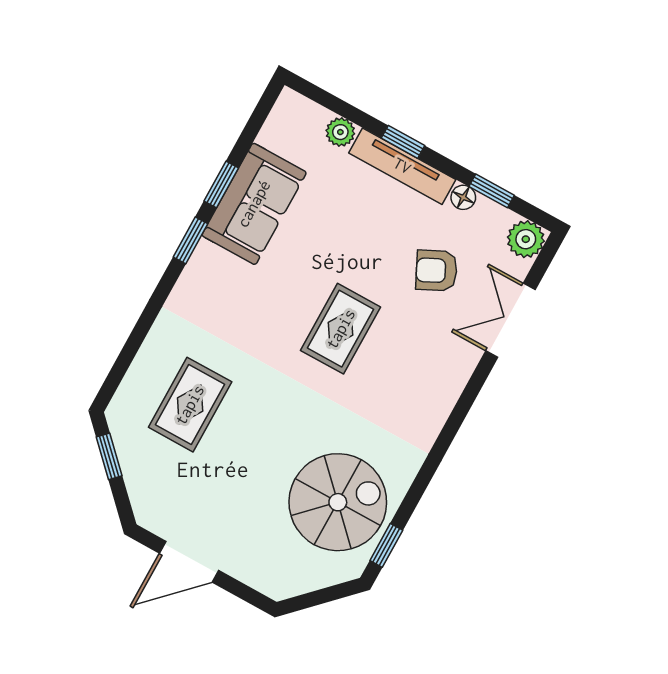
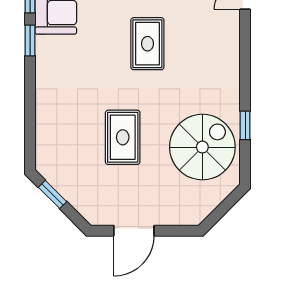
rug: (190, 405) -> (123, 137), moved
window: (386, 545) -> (245, 125), moved

